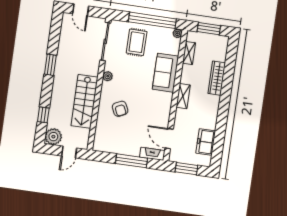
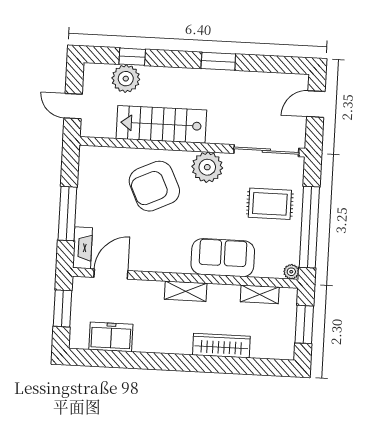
plant: (108, 76) -> (207, 167), width x1.87, depth x1.87
armchair: (120, 109) -> (154, 186), width x1.88, depth x1.88
plant: (53, 137) -> (126, 79), moved

